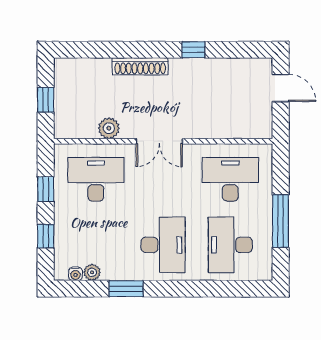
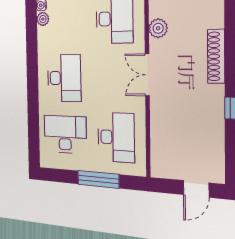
window: (281, 221) -> (98, 179), moved
desk: (163, 245) -> (64, 78), turned -90
window: (126, 289) -> (32, 48), removed

